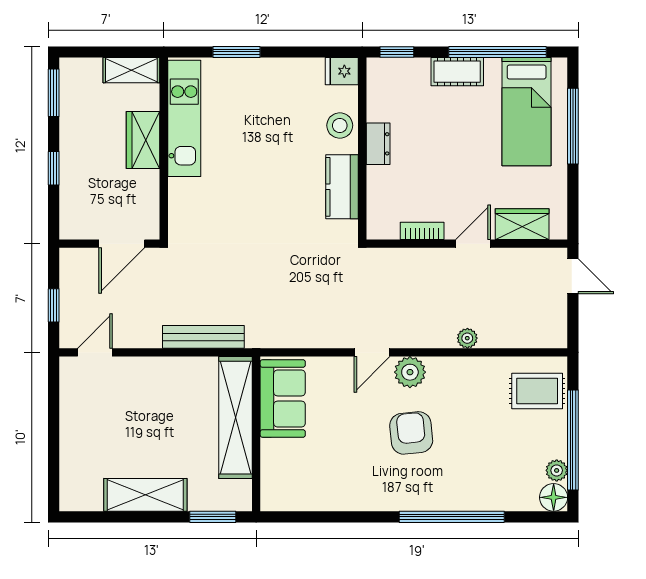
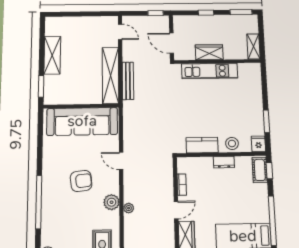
window: (236, 52) -> (266, 121), moved
cot: (457, 72) -> (260, 170), moved
kitchen unit: (184, 118) -> (210, 71), moved
wardrobe: (143, 140) -> (209, 52), moved
door: (473, 244) -> (176, 210), hinge flipped
window: (54, 305) -> (156, 13), moved
plant: (410, 372) -> (112, 202), moved
sofa: (283, 398) -> (82, 121), width x1.85, depth x1.27
shelving: (235, 418) -> (110, 75), moved, turned 90

